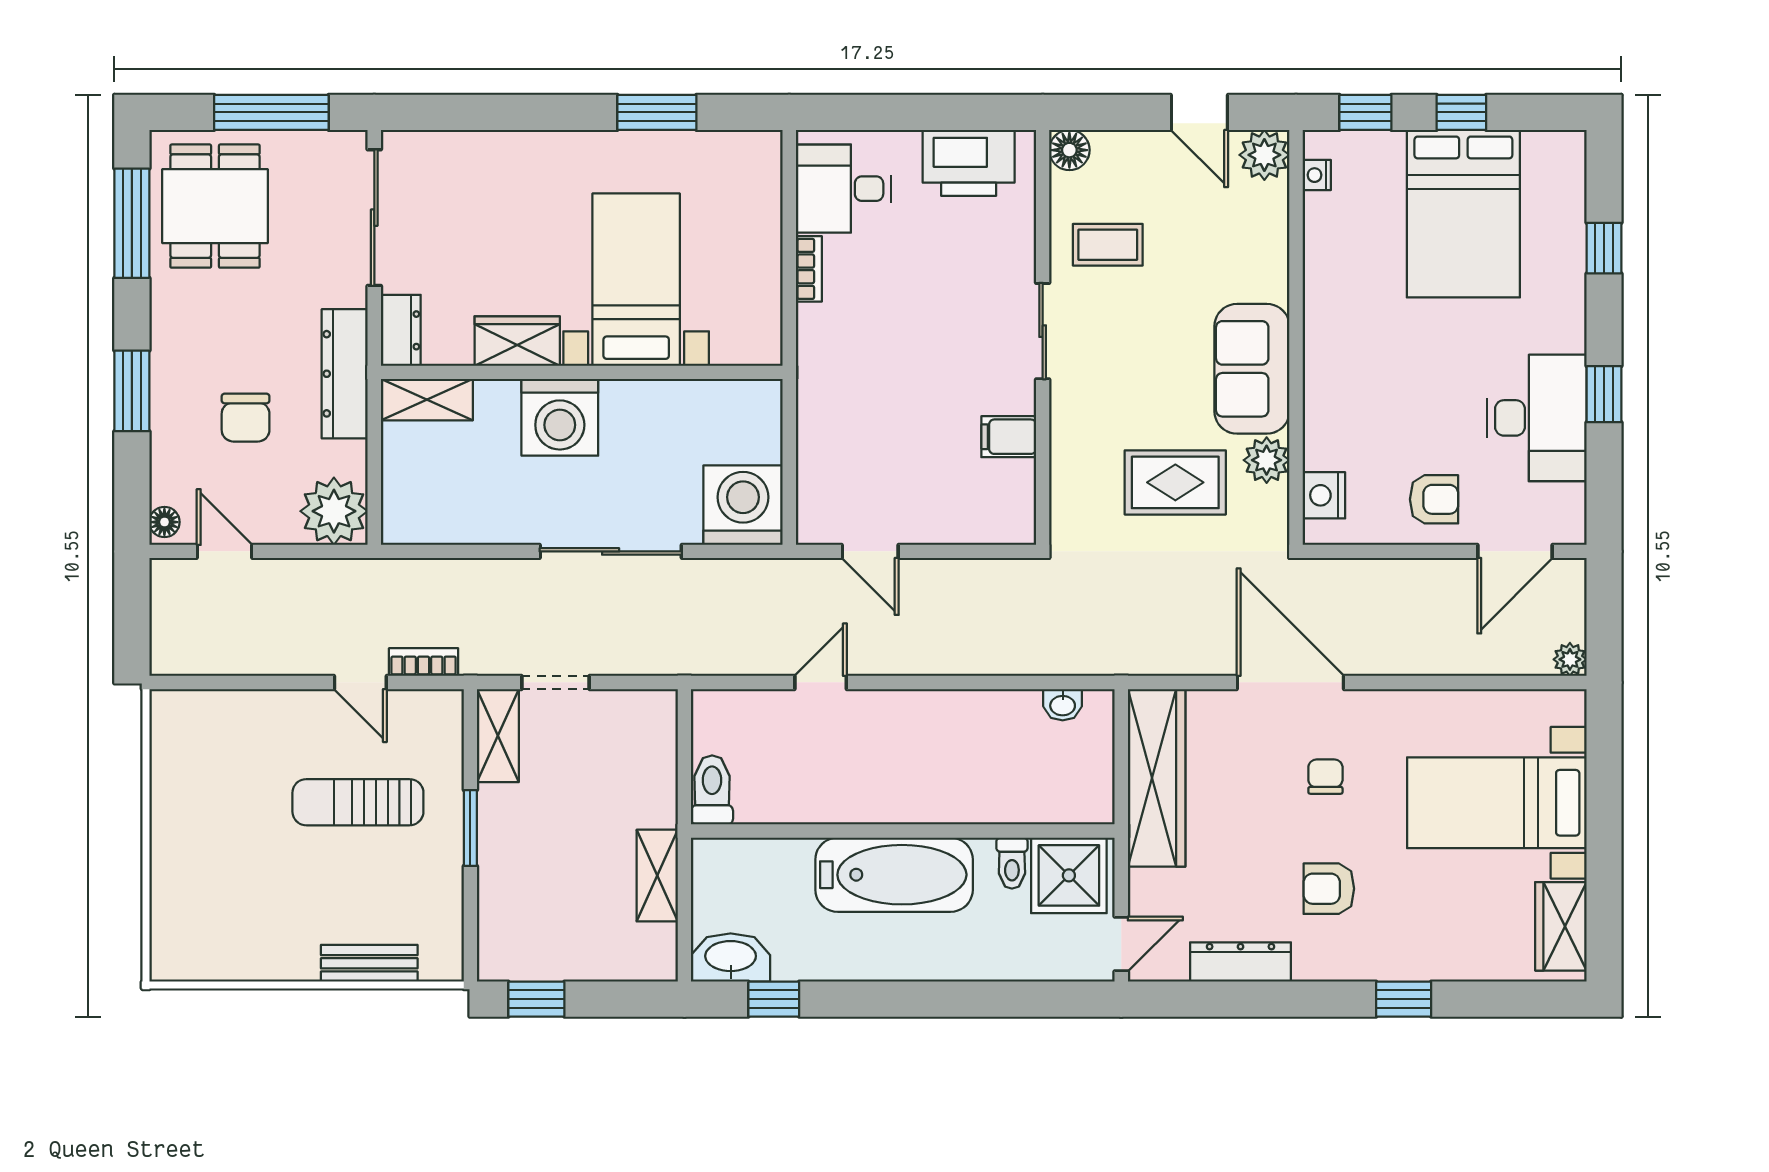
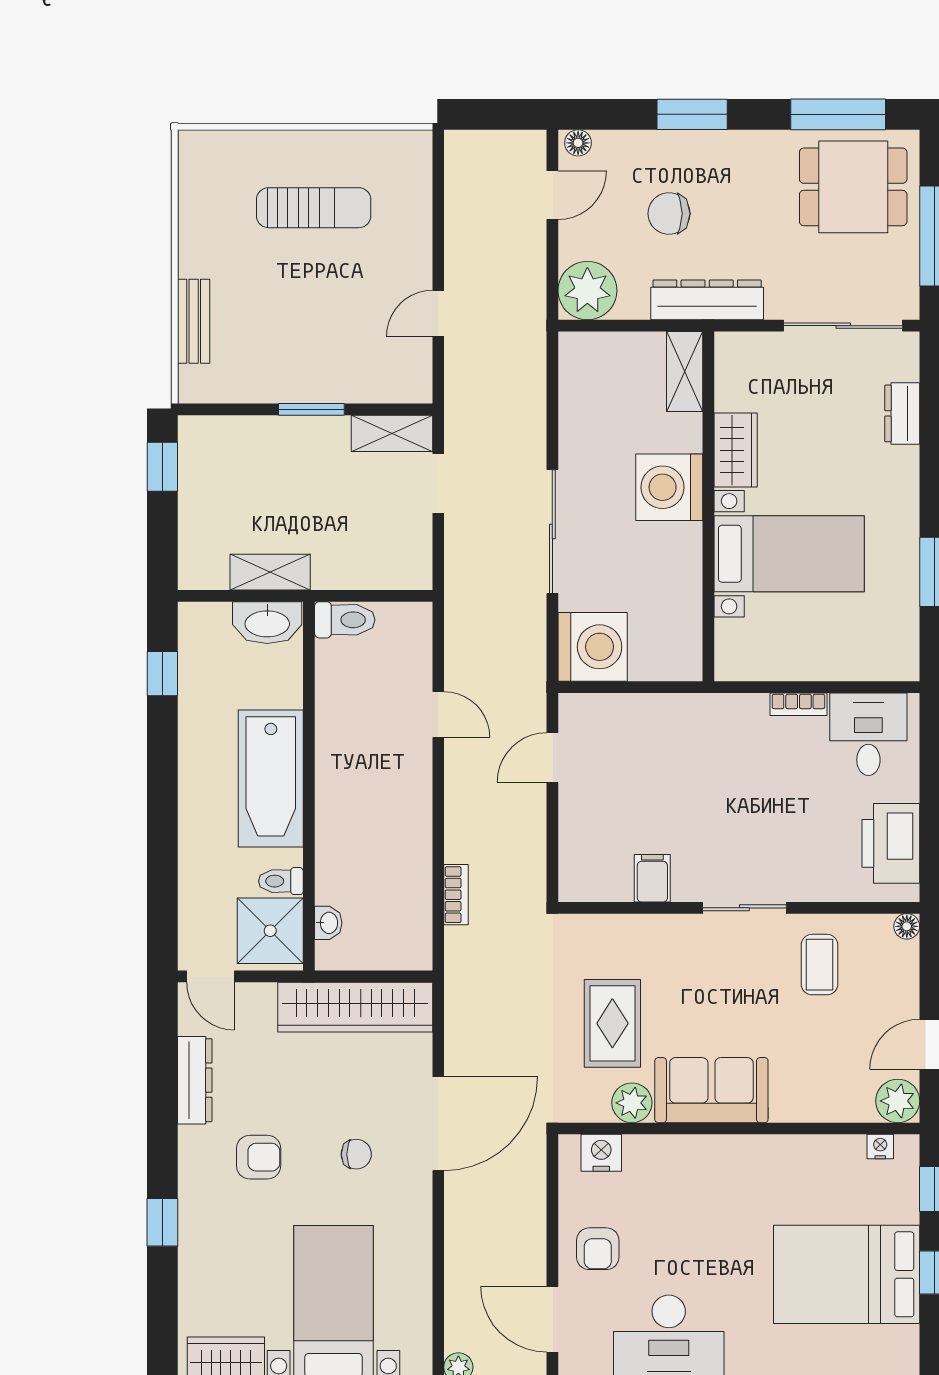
floor lamp: (1069, 150) -> (907, 926), width x0.73, depth x0.73
dresser: (401, 330) -> (902, 413), moved, turned 90
bookcase: (424, 662) -> (456, 895), moved
washbasin: (1063, 705) -> (328, 923), moved, turned 180
sun lounger: (358, 802) -> (314, 208), moved, turned 90
armchair: (1329, 889) -> (259, 1157), turned 90
washbasin: (731, 958) -> (267, 623), moved, turned 90

